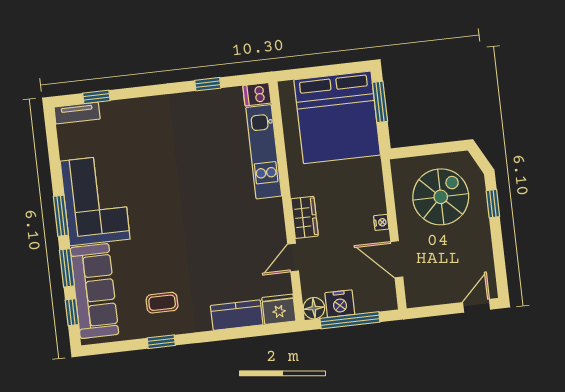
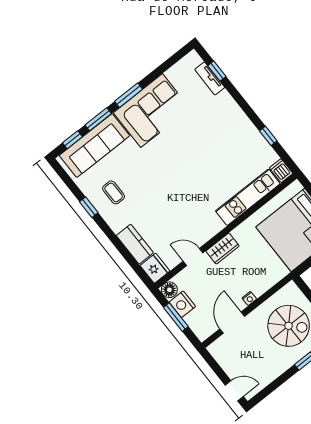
tv unit: (77, 113) -> (210, 78), moved
window: (350, 320) -> (176, 317), width x0.69

